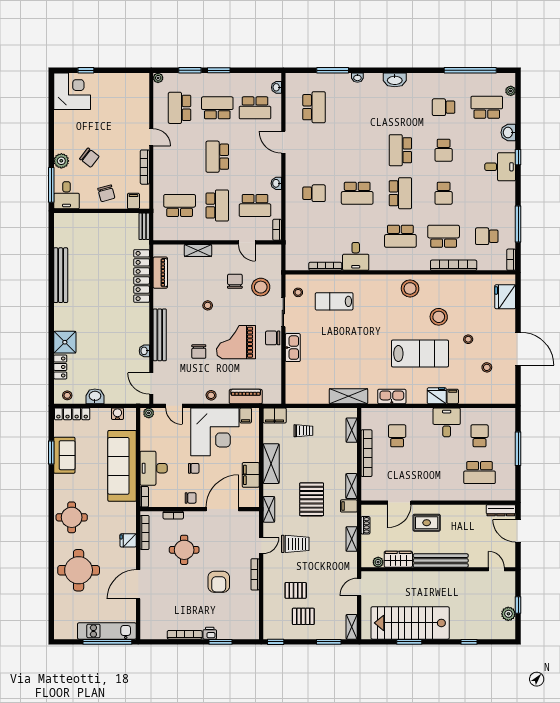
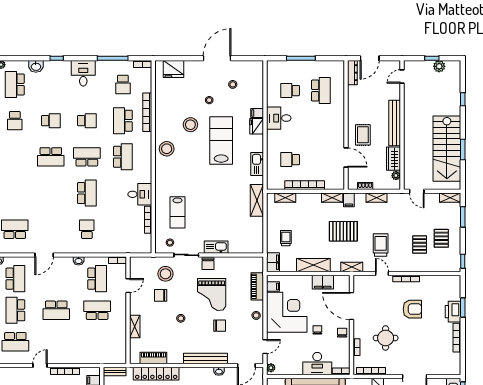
desk: (500, 167) -> (83, 73), moved
school desk: (180, 205) -> (97, 342), removed
printer: (210, 633) -> (453, 312), width x1.87, depth x1.48

